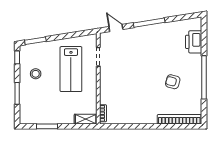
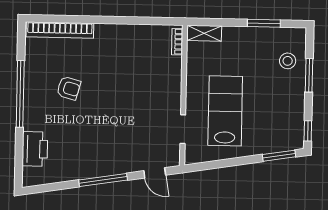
stool: (36, 74) -> (288, 61), moved

